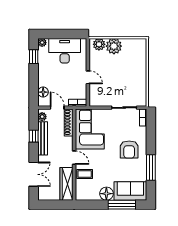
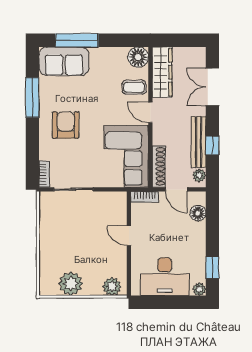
plant: (114, 46) -> (71, 284), moved
floor lamp: (106, 194) -> (138, 57), moved

